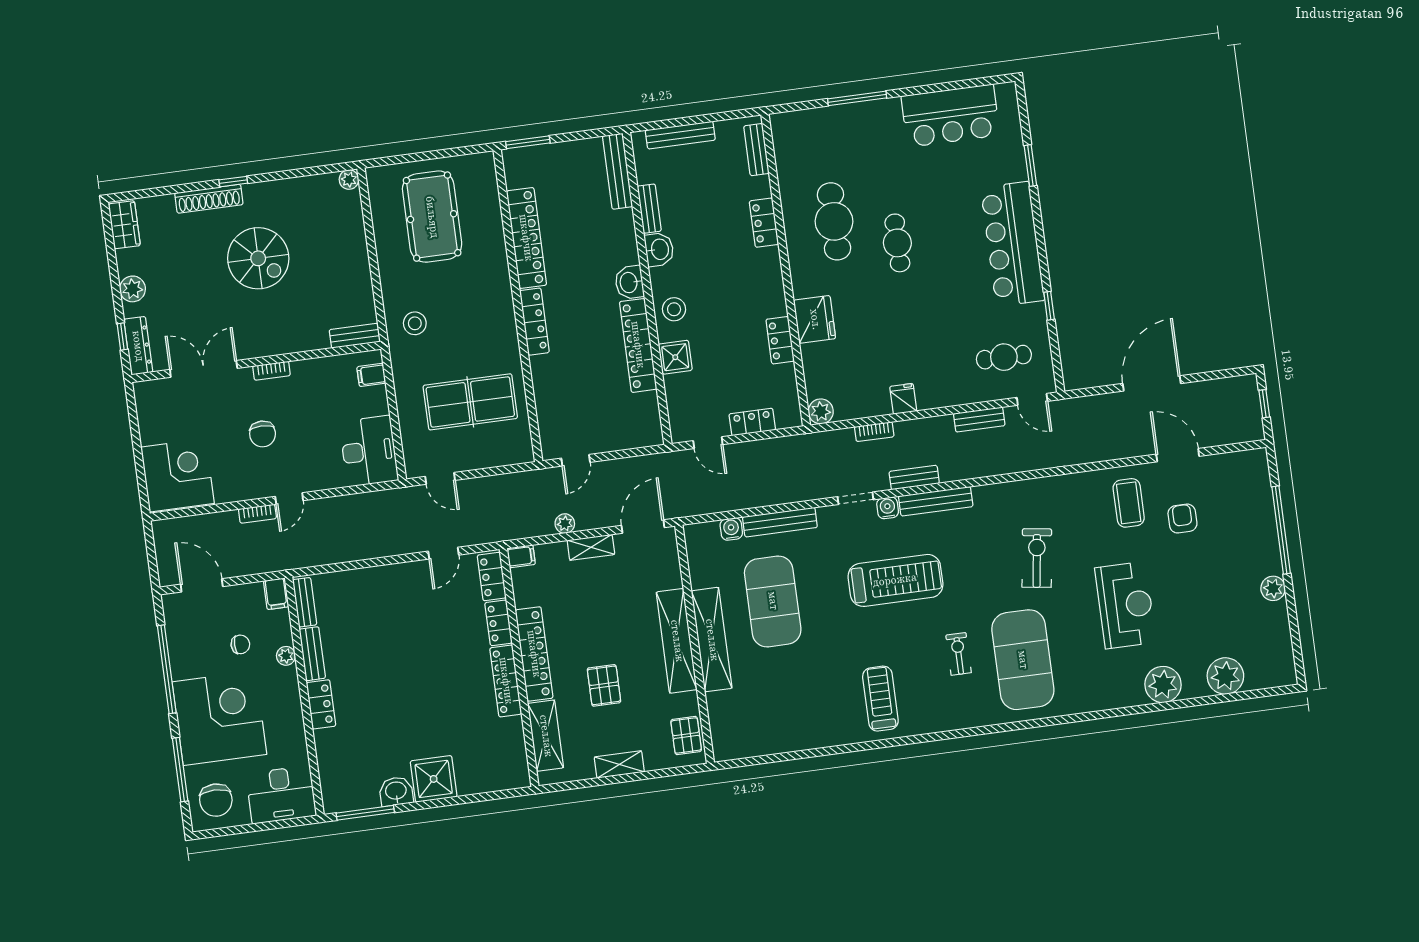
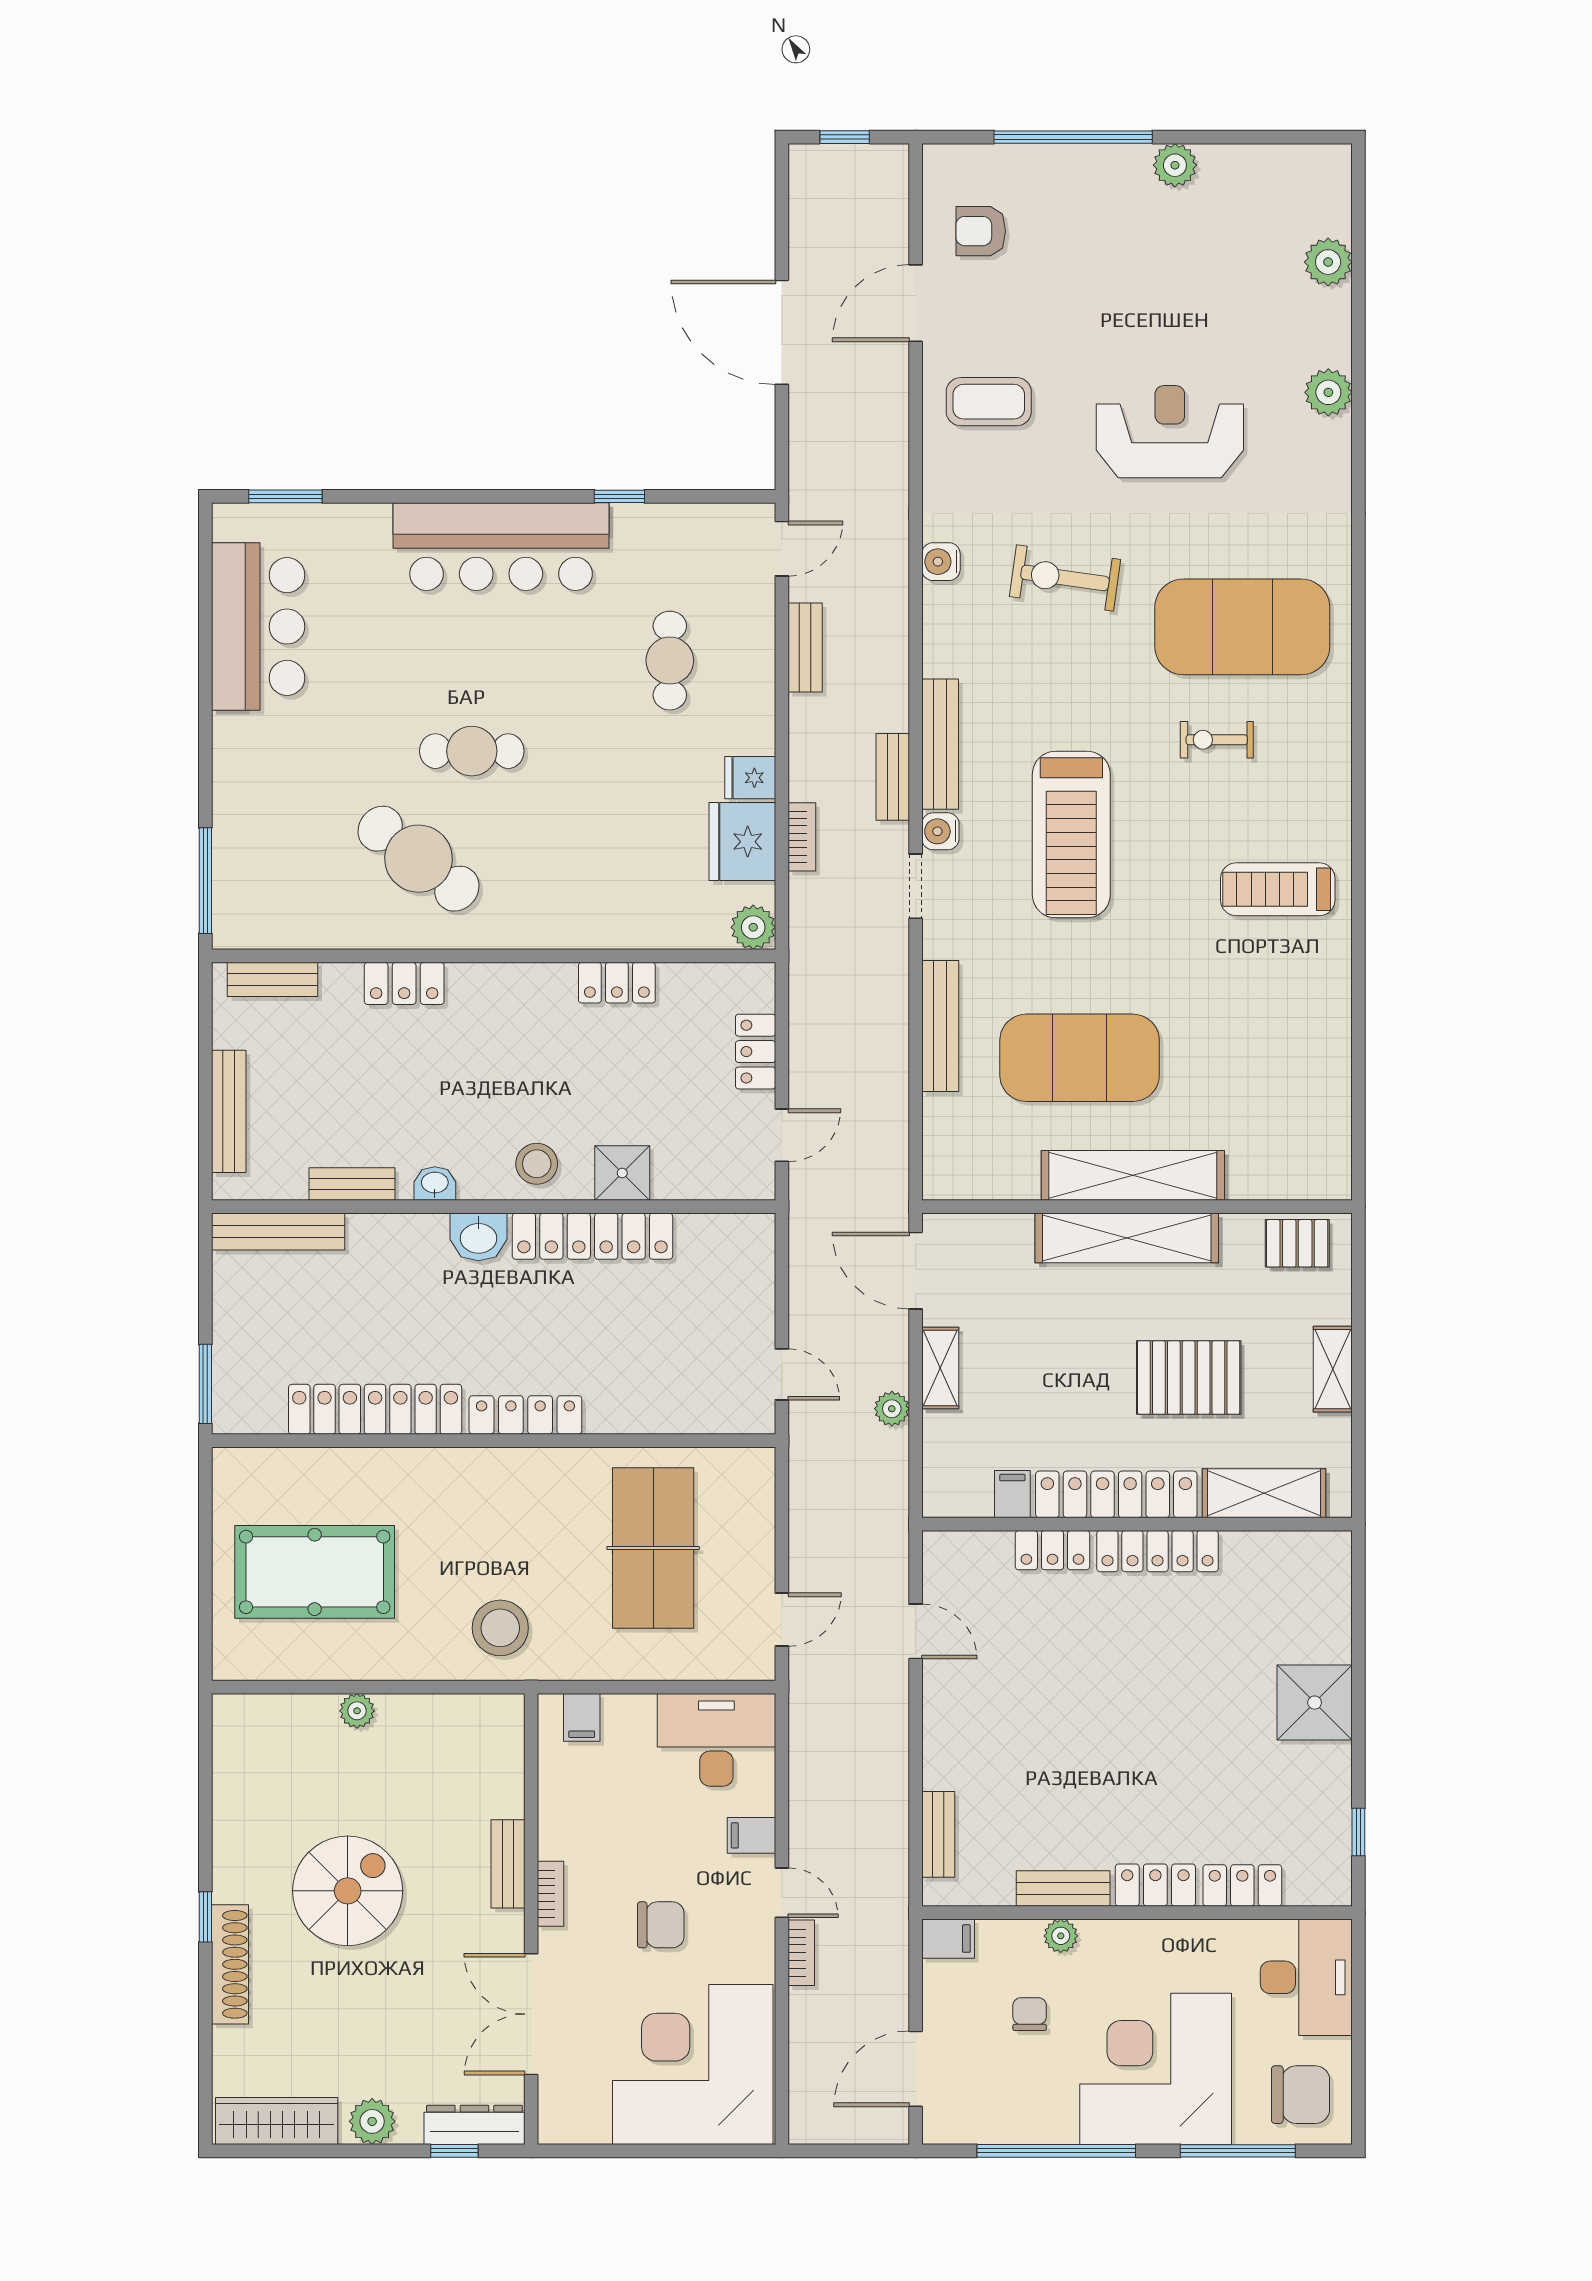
window: (857, 98) -> (205, 881), moved
window: (1030, 165) -> (285, 496), moved
plant: (349, 180) -> (357, 1711), moved
cafe table: (834, 221) -> (419, 859), turned 38
wardrobe: (124, 225) -> (277, 2121), width x1.50
washbasin: (659, 249) -> (435, 1184), width x0.72, depth x0.69
fridge: (815, 319) -> (742, 842), moved, turned -90
stool: (415, 323) -> (500, 1628), width x1.38, depth x1.38
bench: (355, 336) -> (508, 1864), moved
cafe table: (1004, 357) -> (670, 661), moved
corner desk: (178, 475) -> (693, 2064), width x1.36, depth x1.36
filing cabinet: (319, 478) -> (752, 1835), added
armchair: (1182, 519) -> (981, 231), moved
water cooler: (731, 529) -> (941, 562), moved
filing cabinet: (521, 556) -> (1012, 1494), moved
locker: (492, 577) -> (1242, 1885), moved, turned 180
treadmill: (895, 580) -> (1071, 835), turned 180
bench: (305, 602) -> (938, 1834), moved, turned 90
plant: (1225, 676) -> (1328, 262), width x0.73, depth x0.73
pallet: (604, 685) -> (1189, 1378), width x1.50, depth x1.42
plant: (1163, 685) -> (1328, 392), width x0.73, depth x0.73
washbasin: (396, 791) -> (1328, 1772), removed
window: (365, 813) -> (1358, 1832), width x0.46

